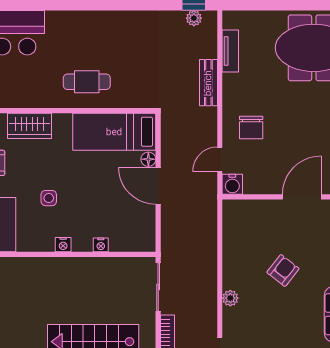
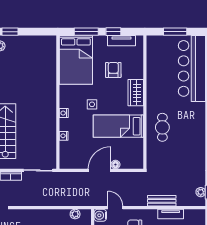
tv unit: (230, 51) -> (171, 214), moved
bed: (114, 132) -> (118, 126), moved, turned -90
plant: (230, 298) -> (75, 214), moved

